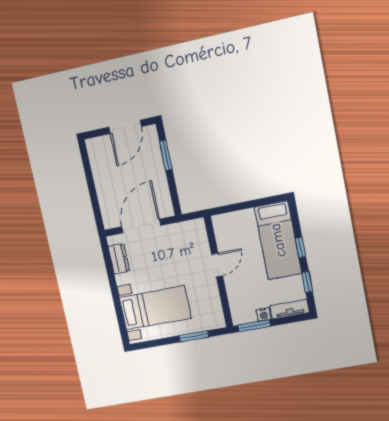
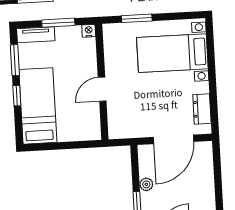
plant: (160, 179) -> (146, 184), added
window: (307, 282) -> (15, 60), width x1.50
nightstand: (264, 315) -> (89, 31), moved
window: (254, 326) -> (58, 23), moved

